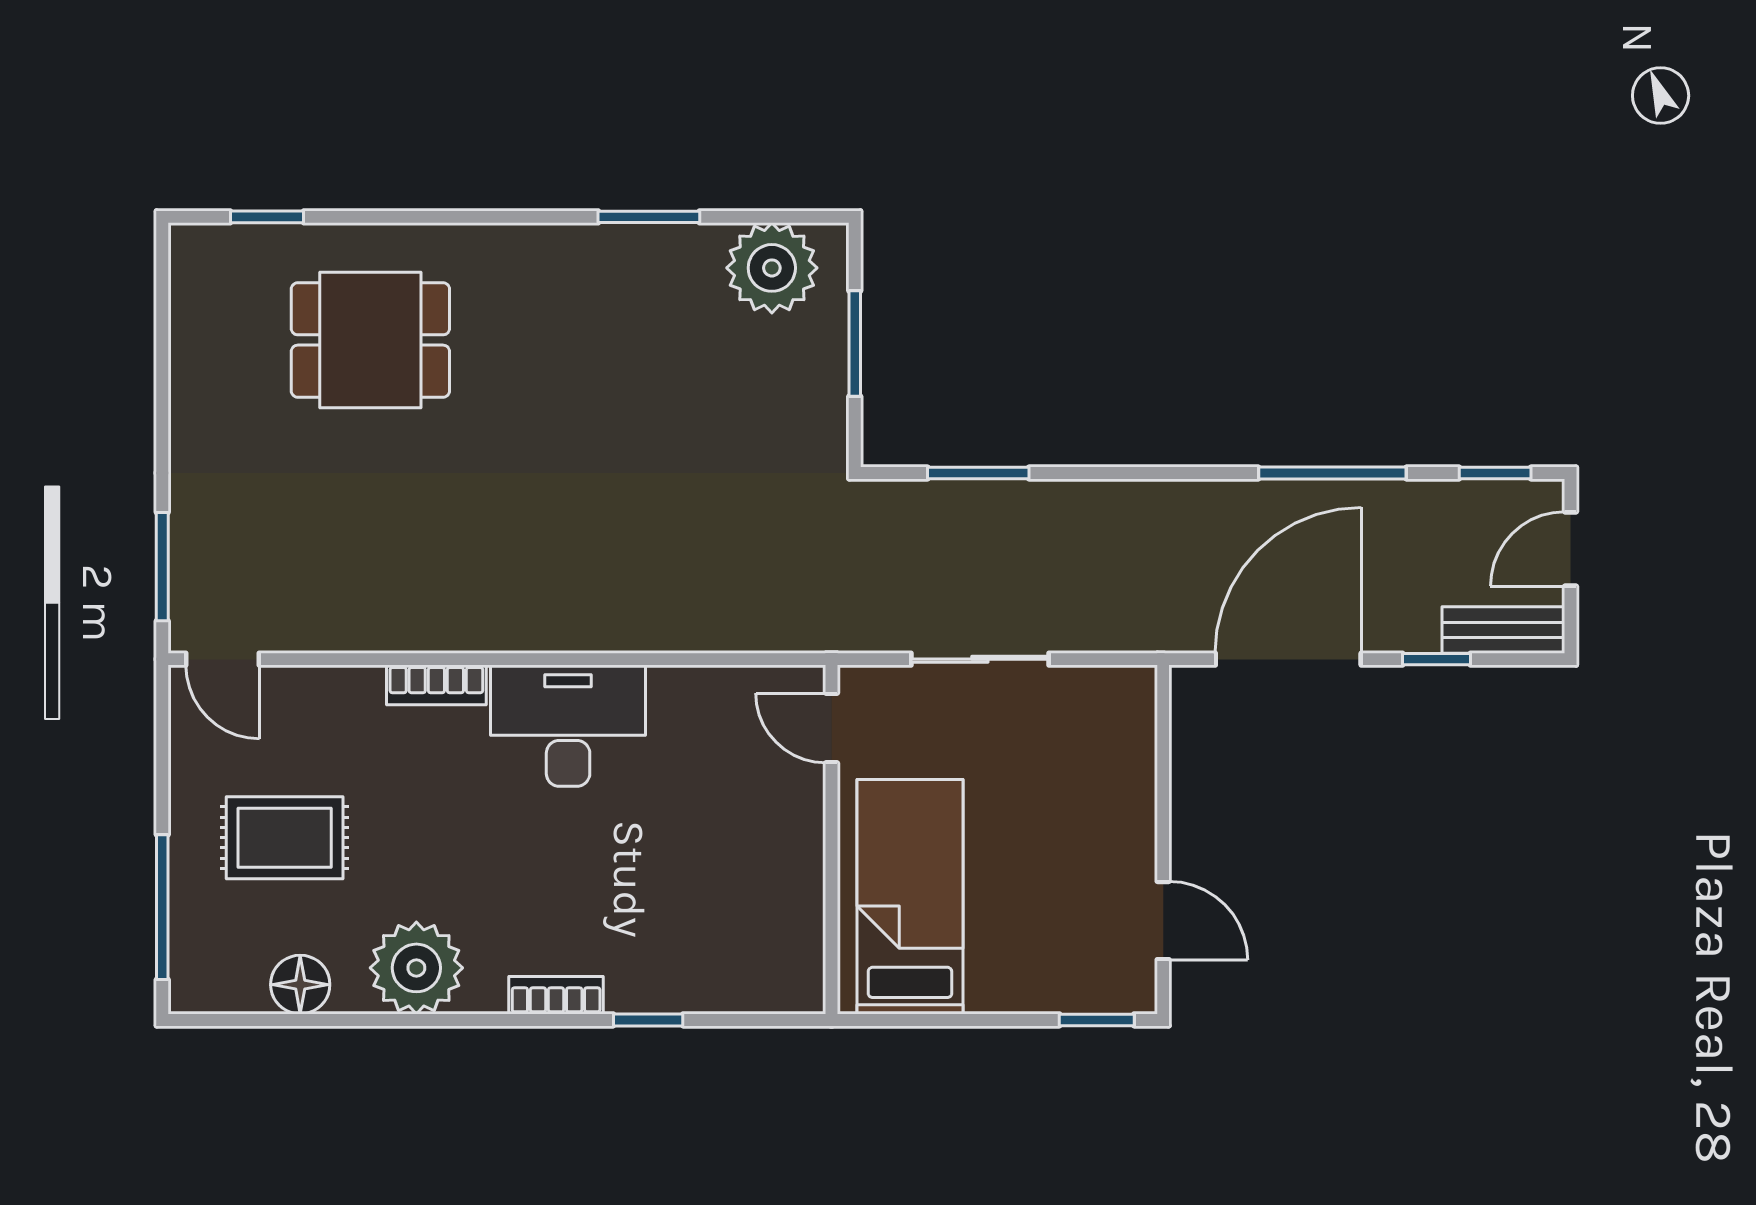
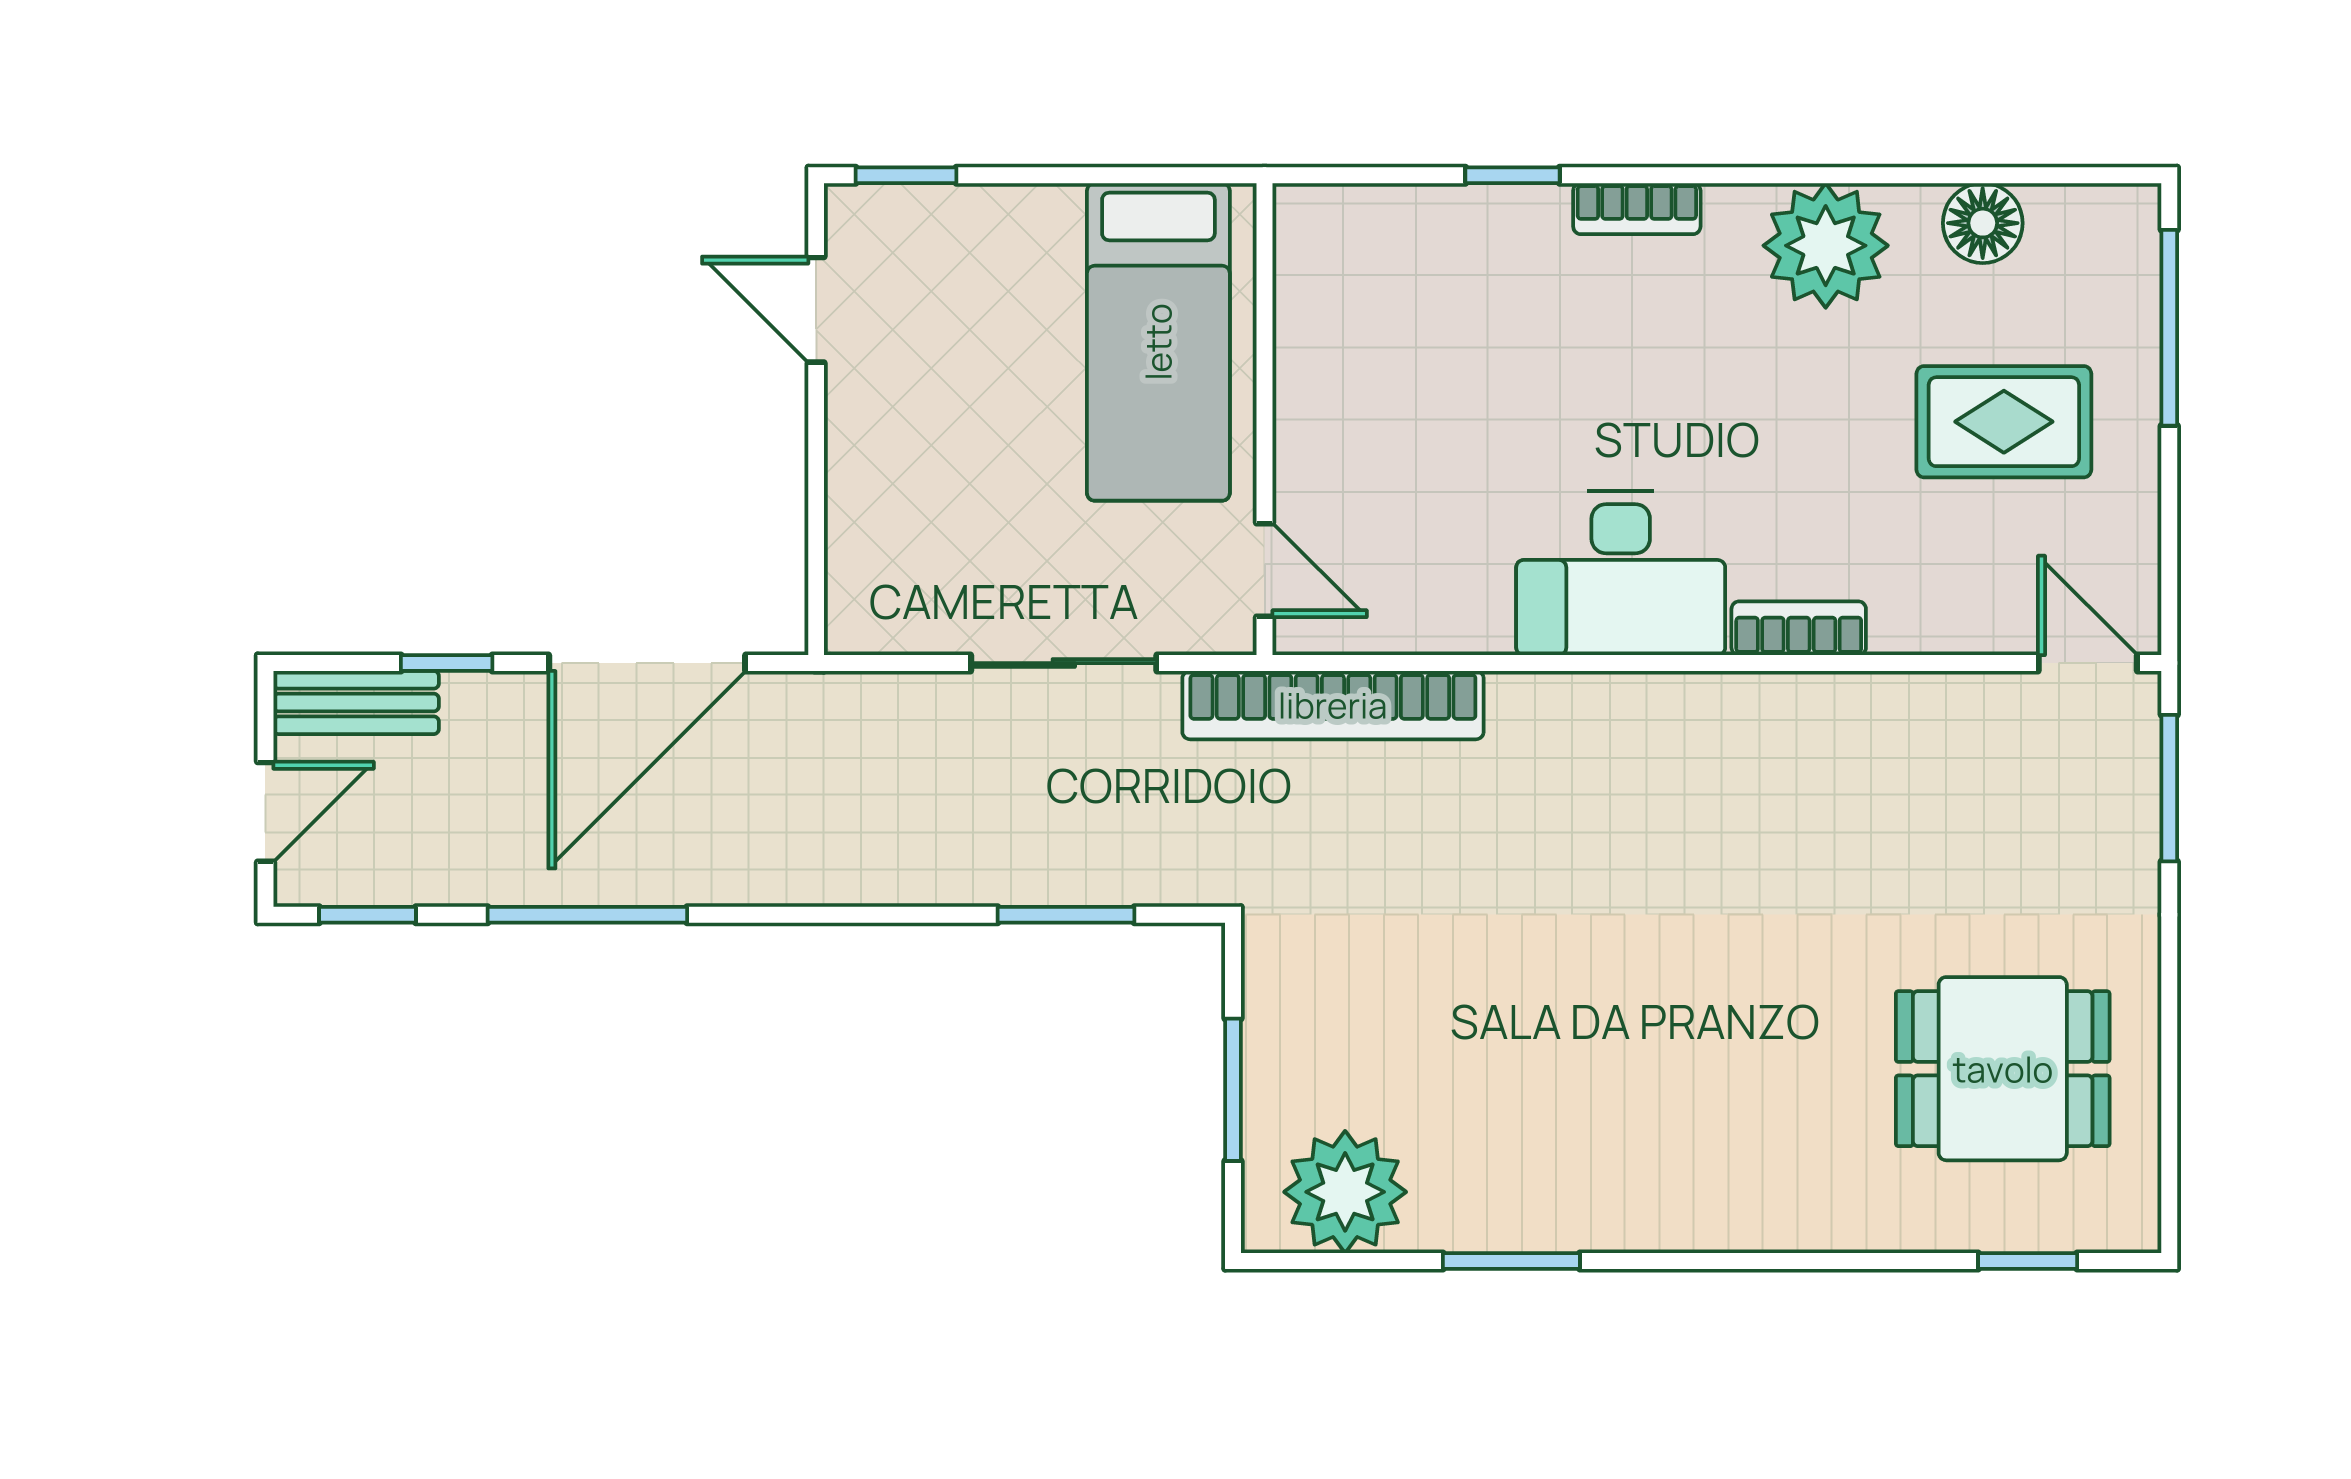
dining table: (370, 340) -> (2003, 1069), moved
bookcase: (781, 628) -> (1333, 705), added

